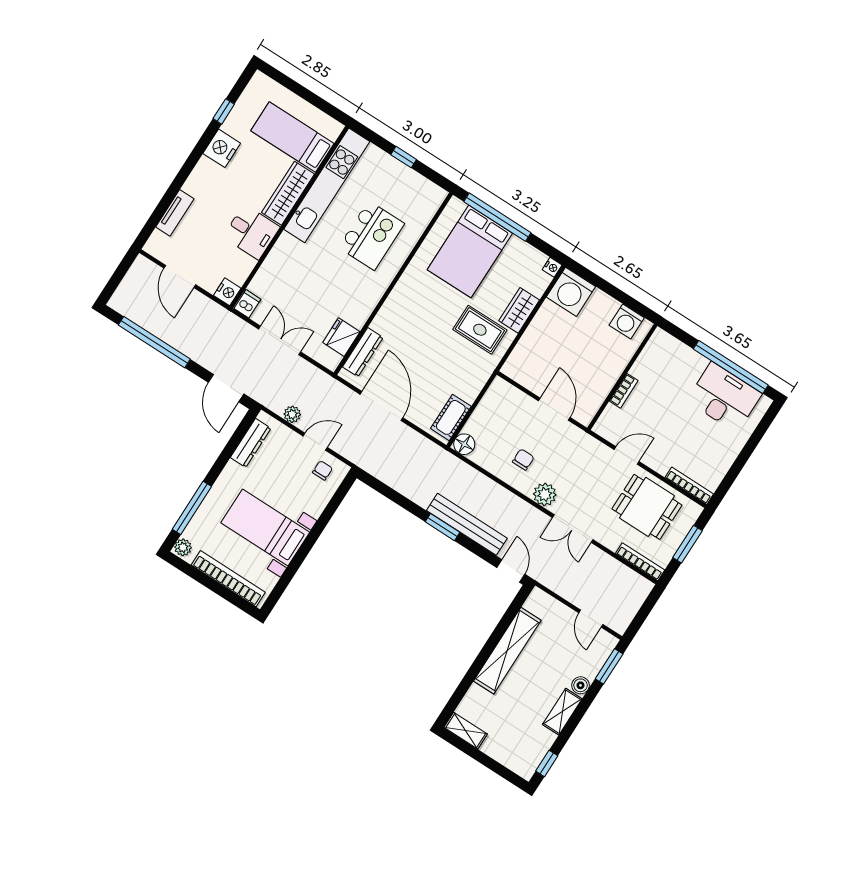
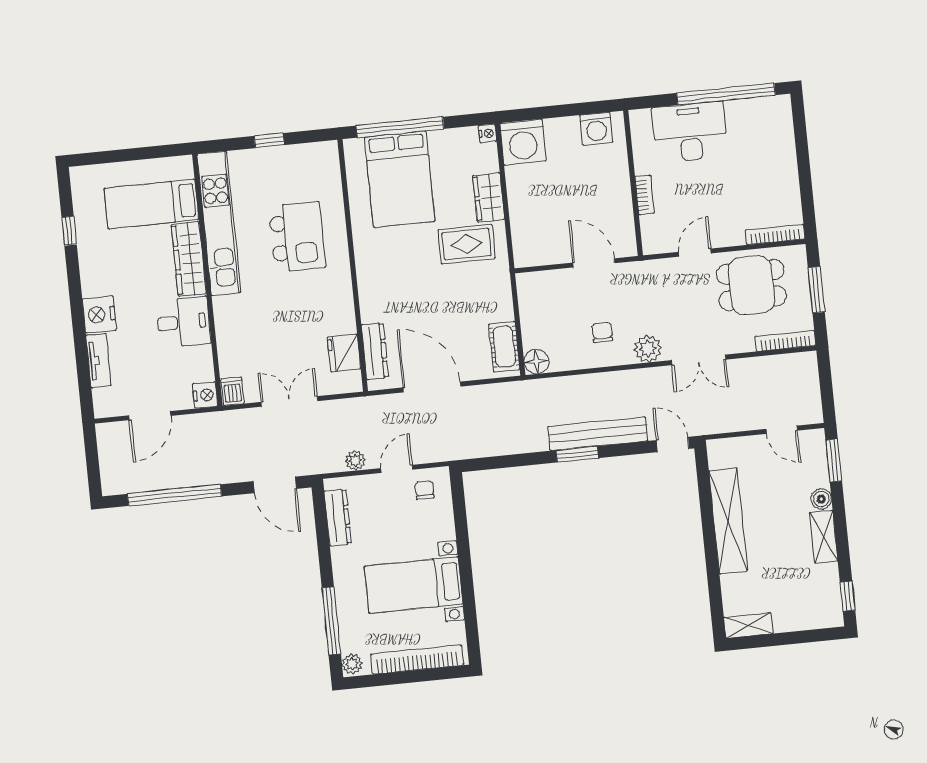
nightstand: (222, 148) -> (99, 315), moved
door: (180, 276) -> (150, 416), hinge flipped
desk: (724, 397) -> (690, 132), moved

